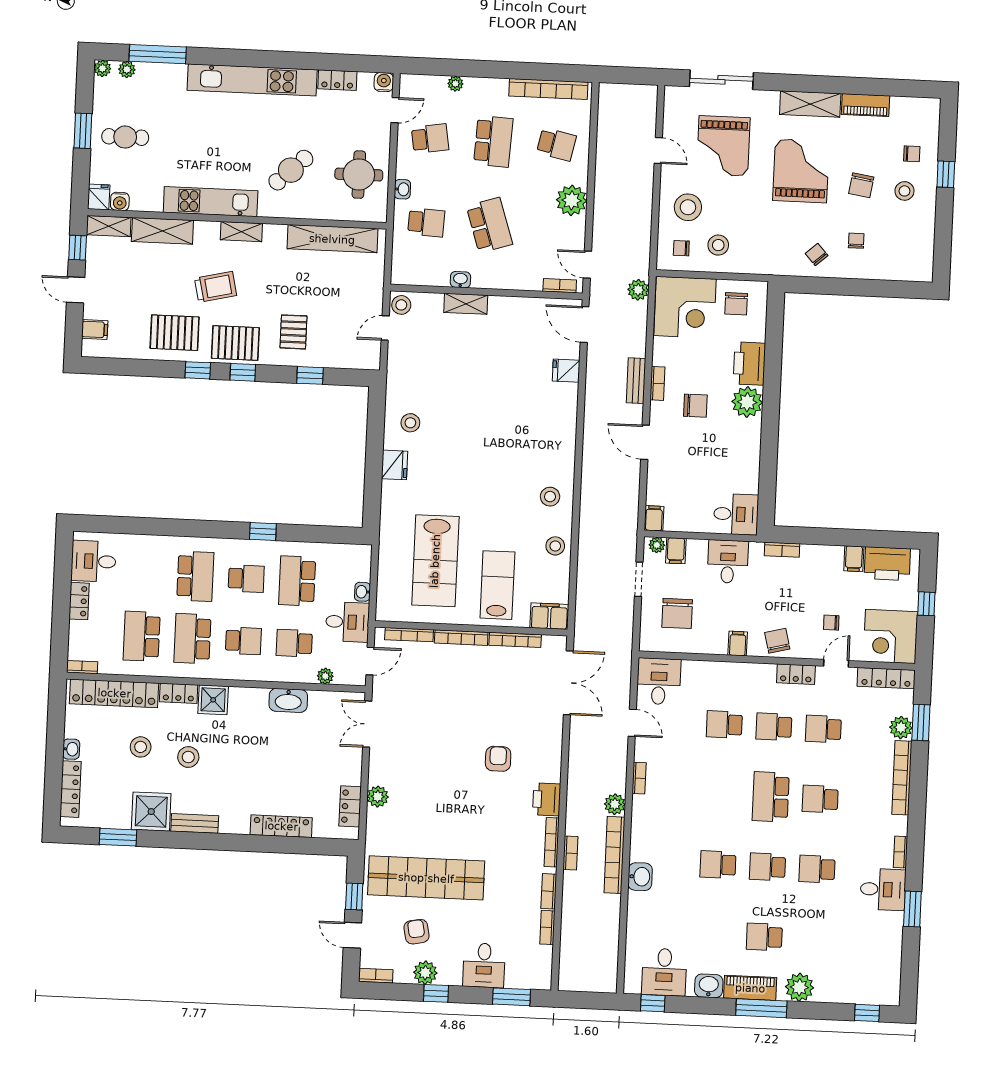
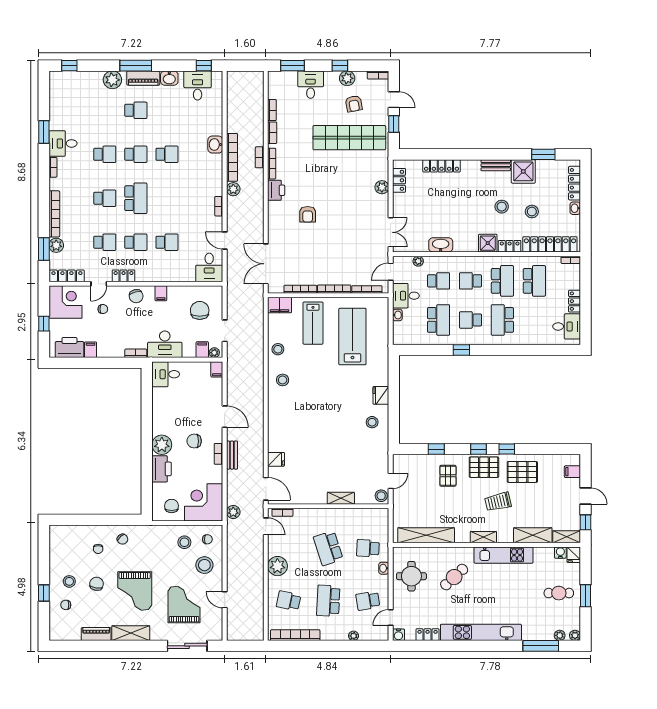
washbasin: (460, 280) -> (345, 513), removed
desk: (728, 562) -> (165, 344), width x1.37

